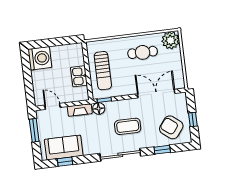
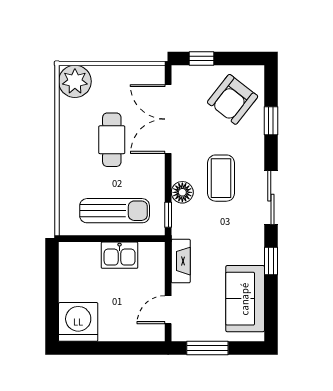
cafe table: (143, 52) -> (112, 140), moved
floor lamp: (99, 109) -> (182, 192), moved
window: (193, 119) -> (201, 58), moved
sliding door: (120, 155) -> (271, 198), width x0.73
window: (65, 162) -> (271, 261), moved

